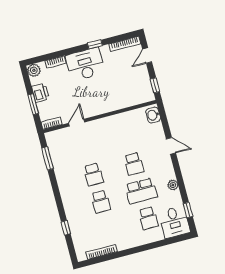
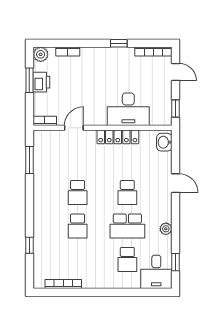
door: (147, 56) -> (175, 72), swing flipped
desk: (85, 64) -> (128, 109), moved, turned 180
window: (33, 104) -> (29, 80), moved
locker: (114, 121) -> (118, 137), added

